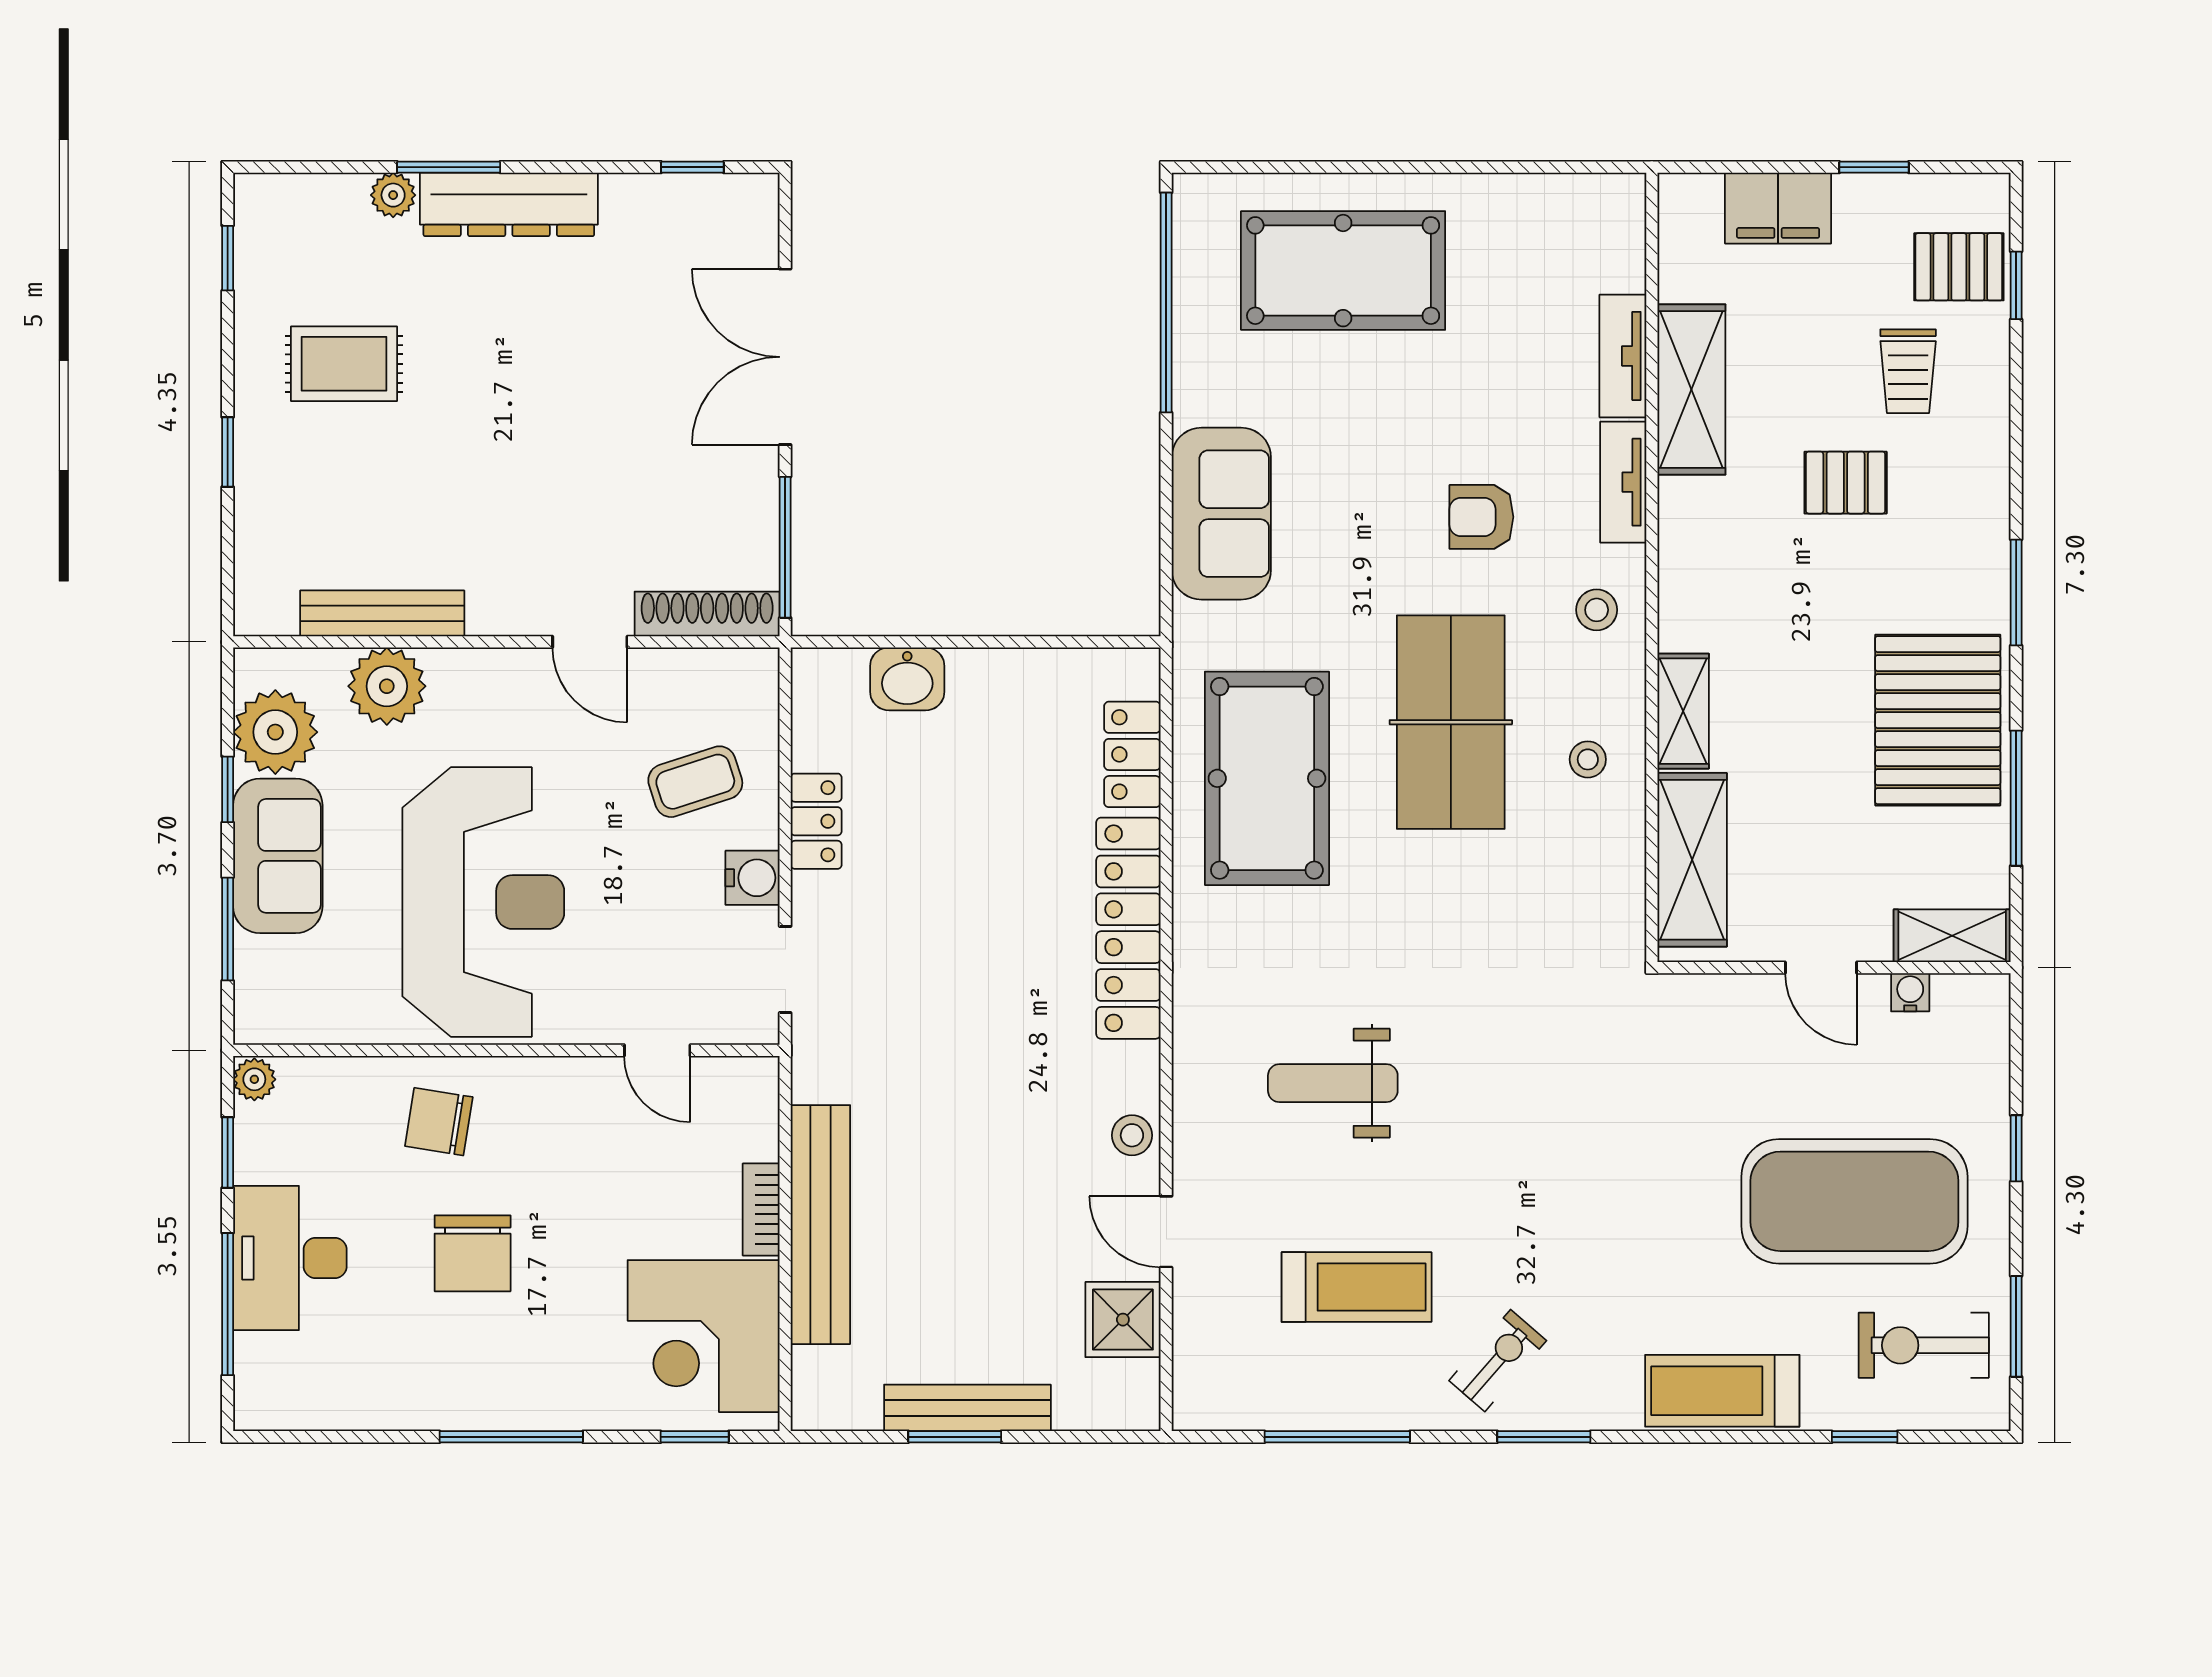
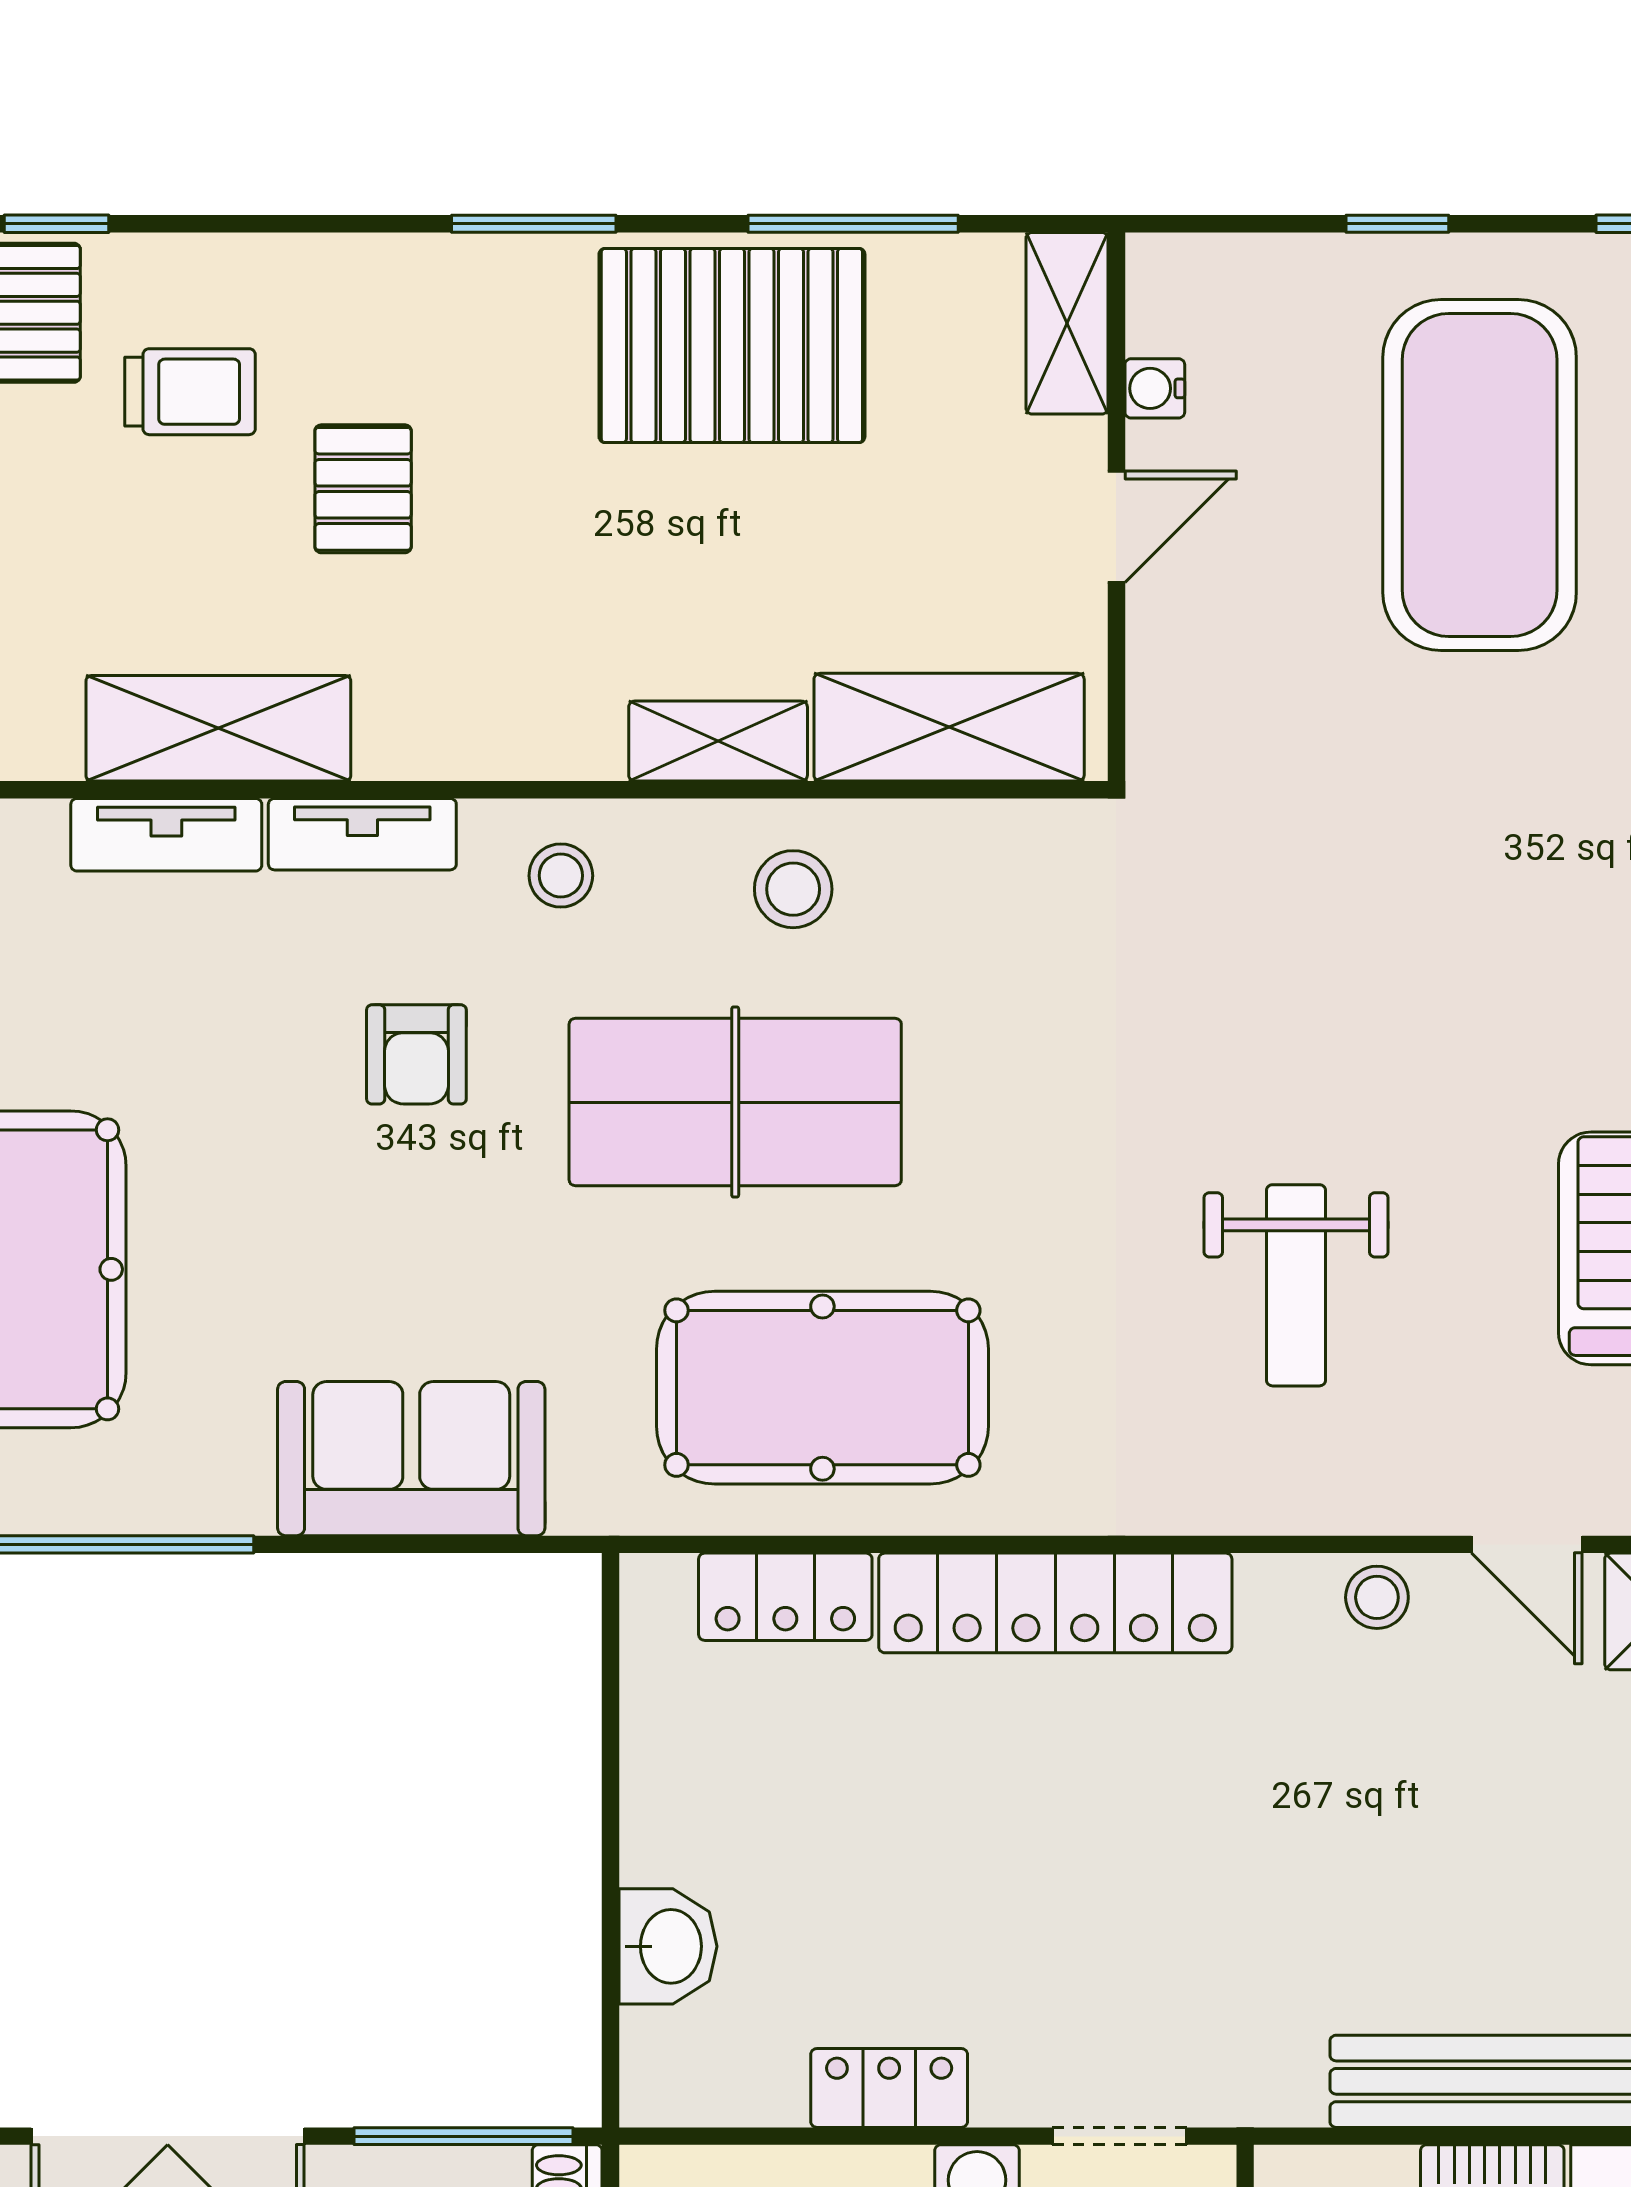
stool: (1588, 759) -> (793, 889), width x1.37, depth x1.37
door: (1166, 1232) -> (1527, 1544), hinge flipped

